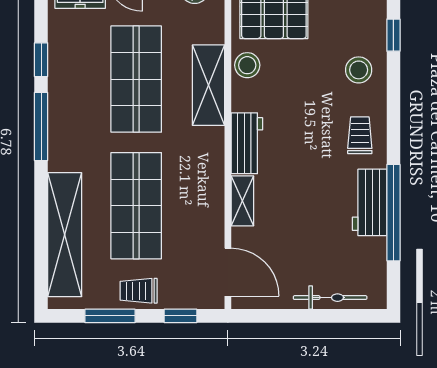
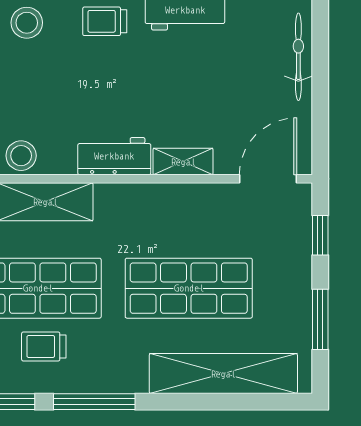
trolley: (139, 291) -> (44, 346), moved, turned 90

